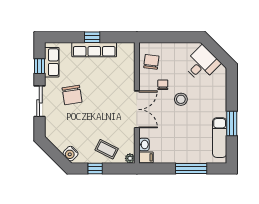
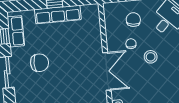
chair: (151, 62) -> (133, 20), moved
chair: (72, 95) -> (40, 63), turned -81

